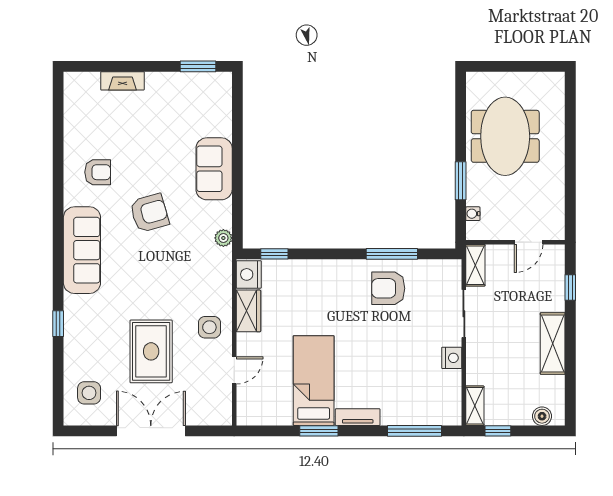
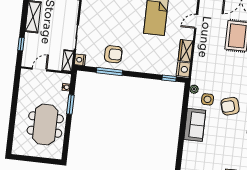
side table: (209, 327) -> (208, 99), moved
nightstand: (452, 358) -> (80, 60), moved

